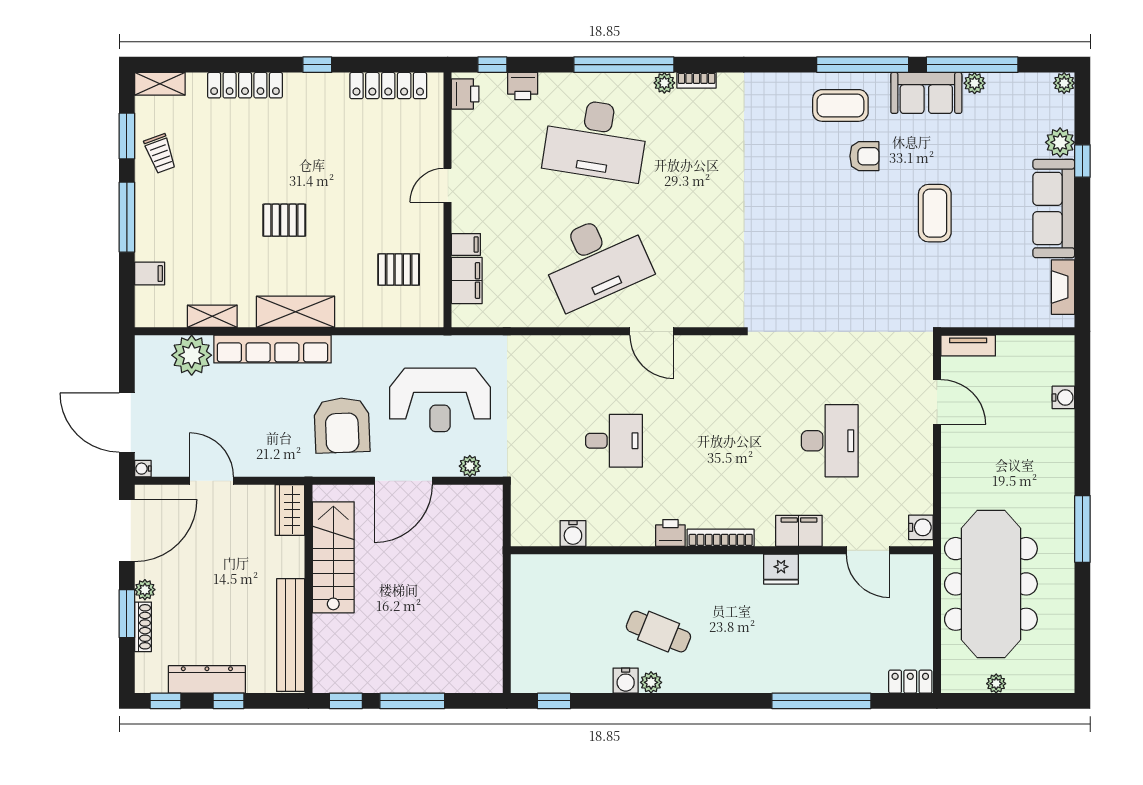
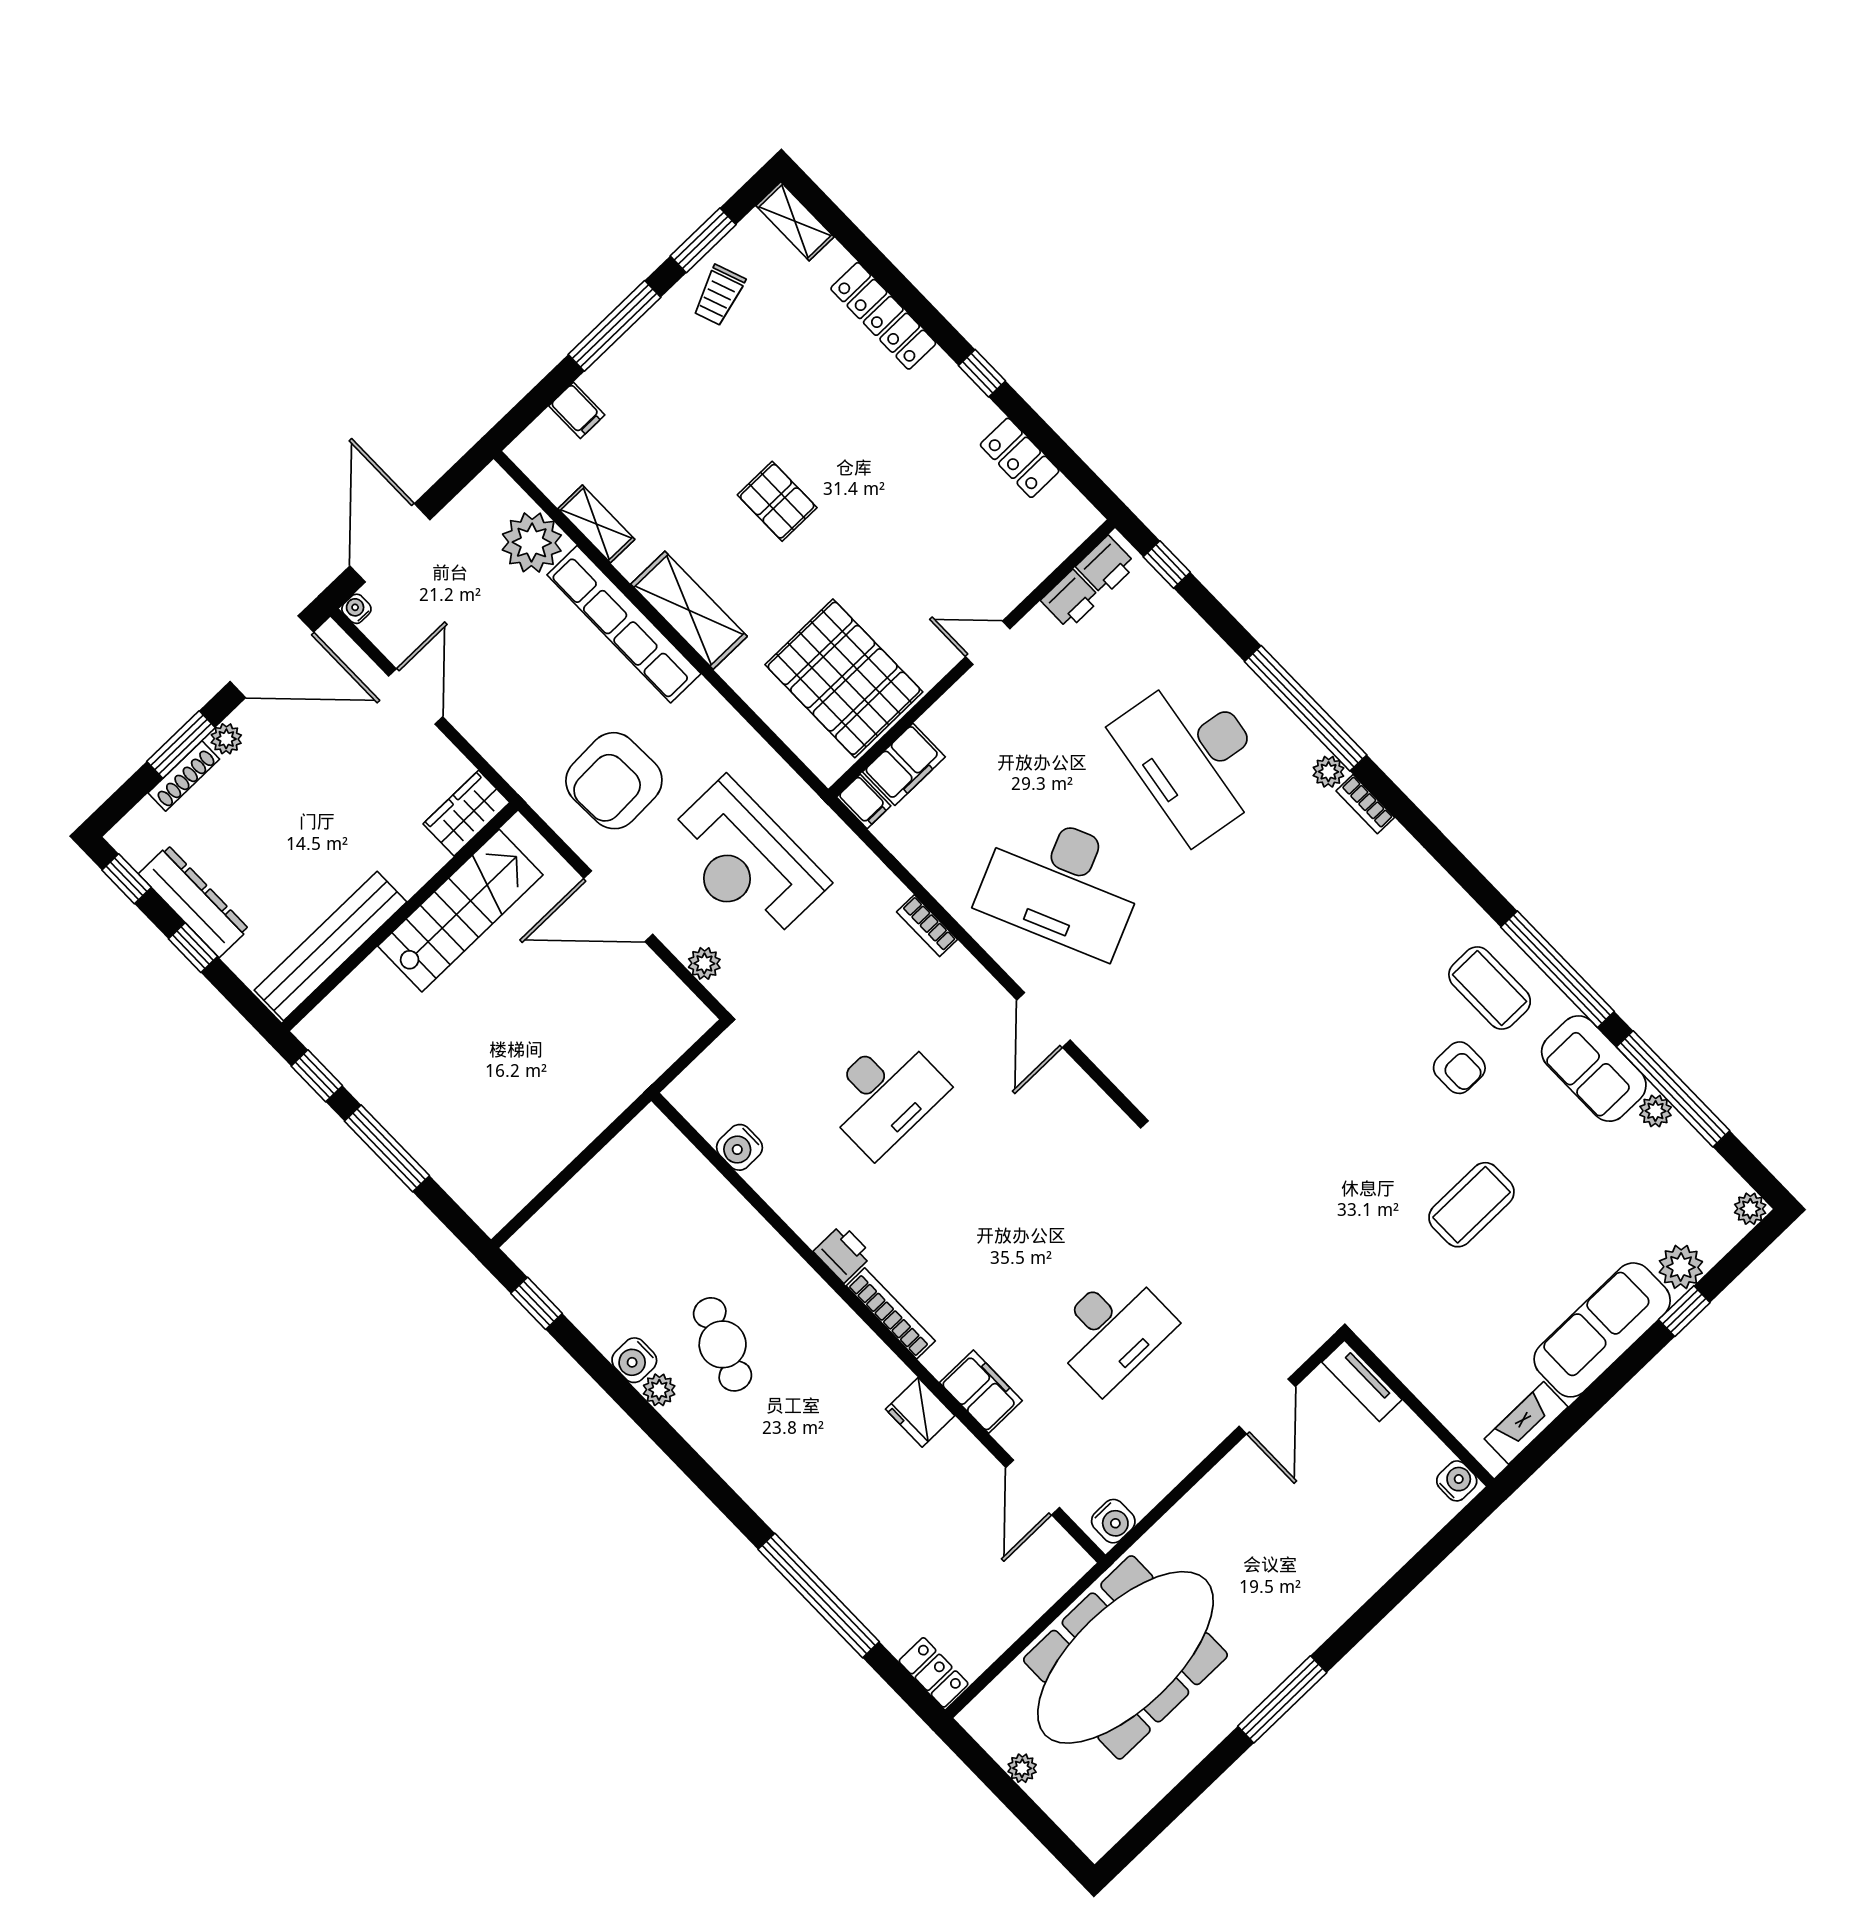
locker: (388, 86) -> (1020, 458), width x0.66
printer: (523, 86) -> (1071, 600), moved, turned -90
filing cabinet: (466, 244) -> (864, 801), moved
pallet: (399, 270) -> (844, 678), width x2.05, depth x2.00
bookcase: (554, 343) -> (927, 926), added
water cooler: (1063, 397) -> (1457, 1481), moved, turned -90
desk: (614, 441) -> (884, 1094), width x1.37

